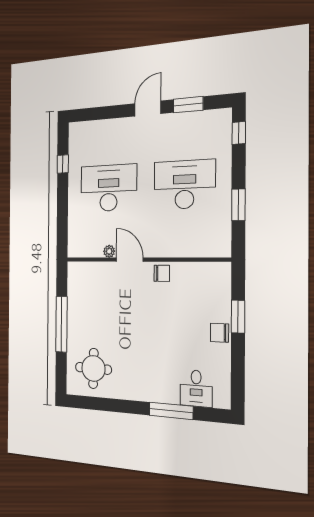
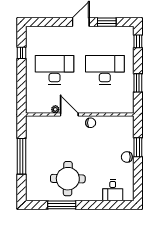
round table: (93, 368) -> (68, 179), moved, width x1.36, depth x1.36
window: (171, 411) -> (62, 205), moved

